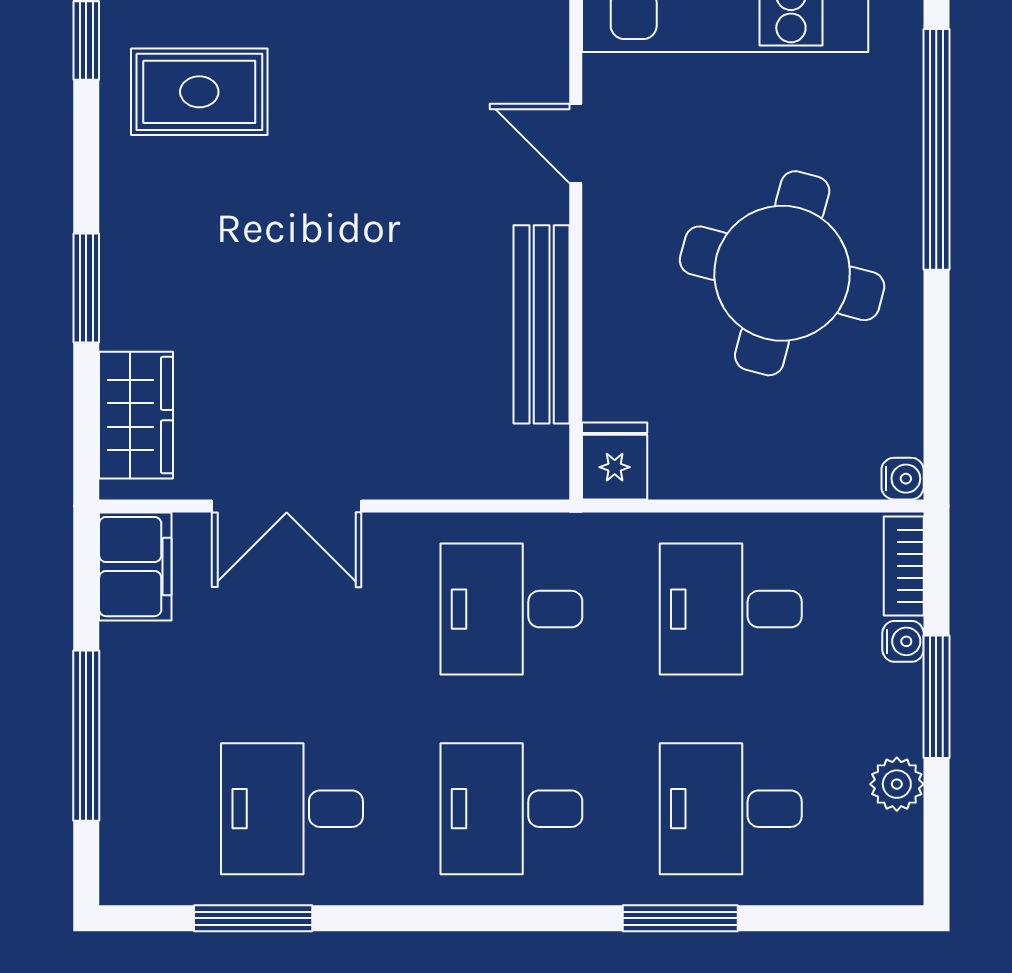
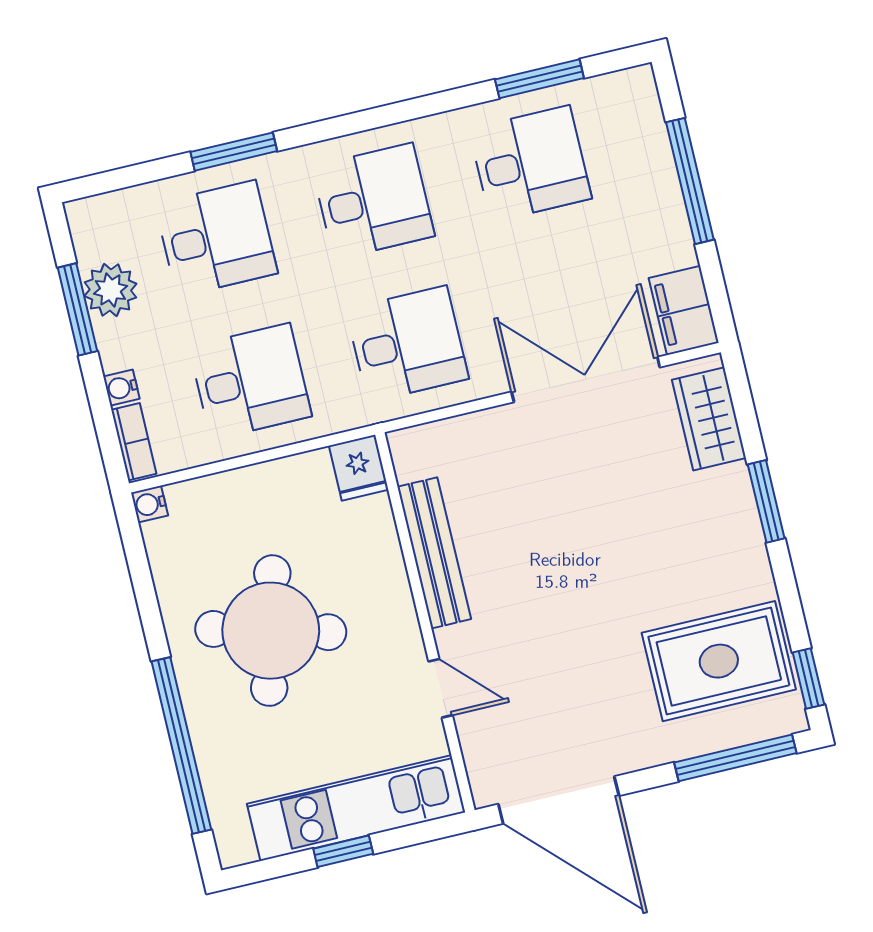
rug: (199, 92) -> (719, 661), width x1.36, depth x1.43
double door: (287, 506) -> (586, 379), width x1.37
window: (936, 697) -> (77, 309), moved
plant: (897, 784) -> (110, 290), width x1.38, depth x1.38

